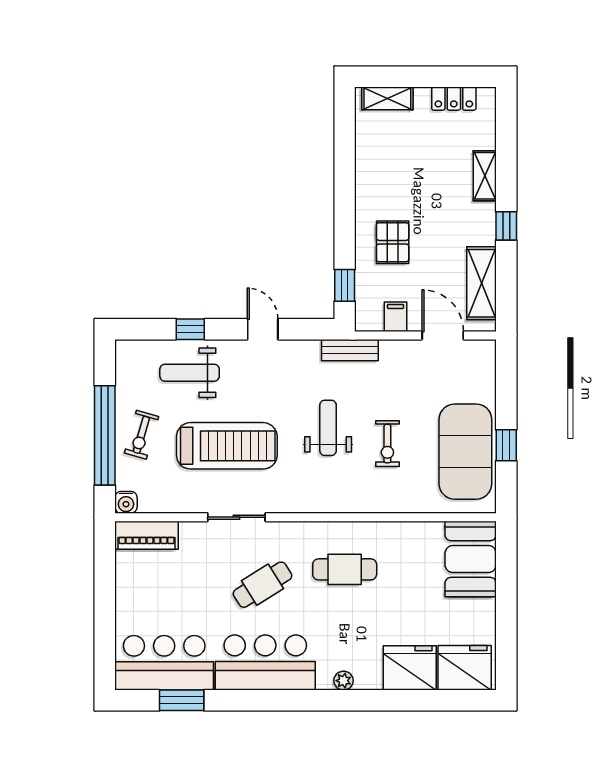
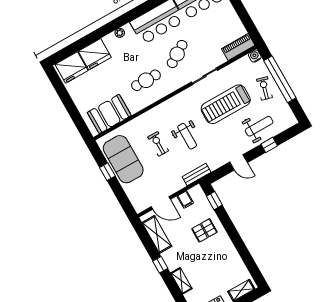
pallet: (393, 242) -> (204, 230), turned 90
booth: (471, 559) -> (109, 114), moved, turned 90

